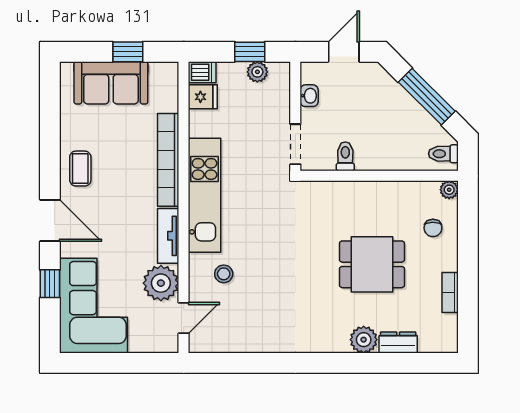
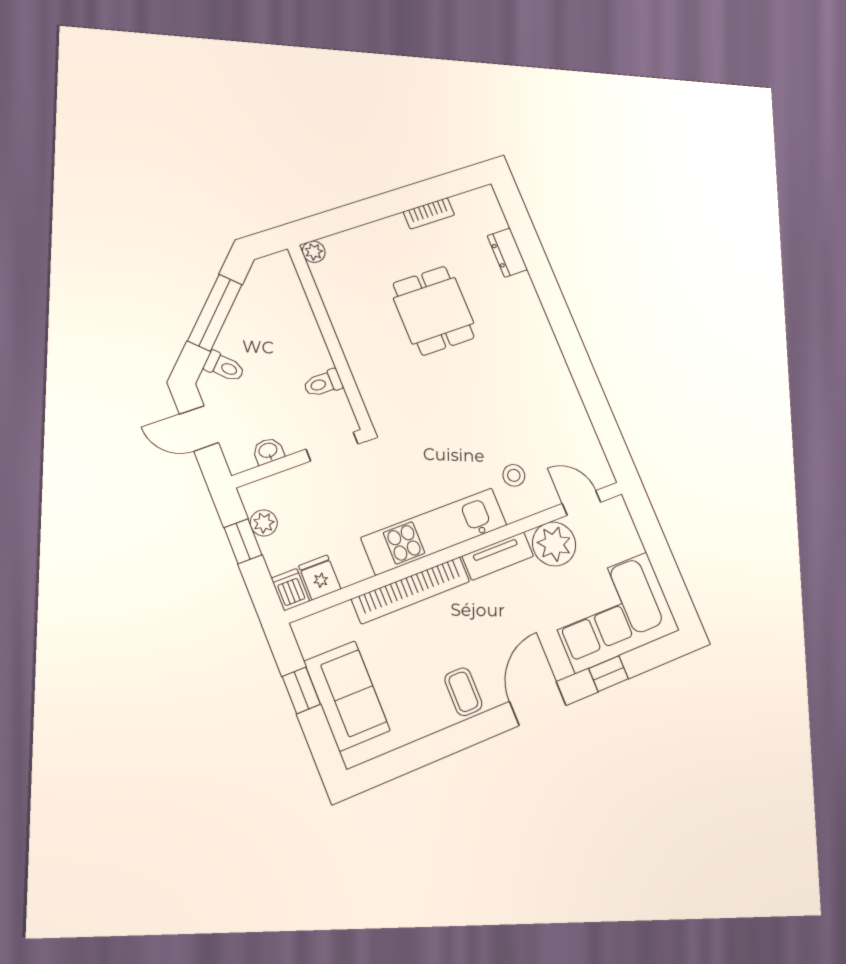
toilet: (443, 154) -> (224, 367), moved, turned -45
coffee table: (80, 169) -> (463, 692), turned 90
chair: (433, 228) -> (365, 256), removed
plant: (364, 340) -> (520, 292), removed

